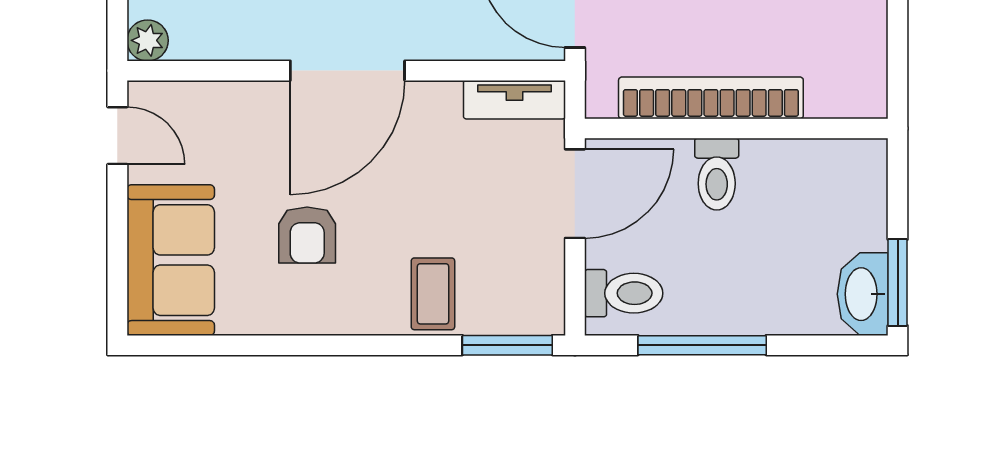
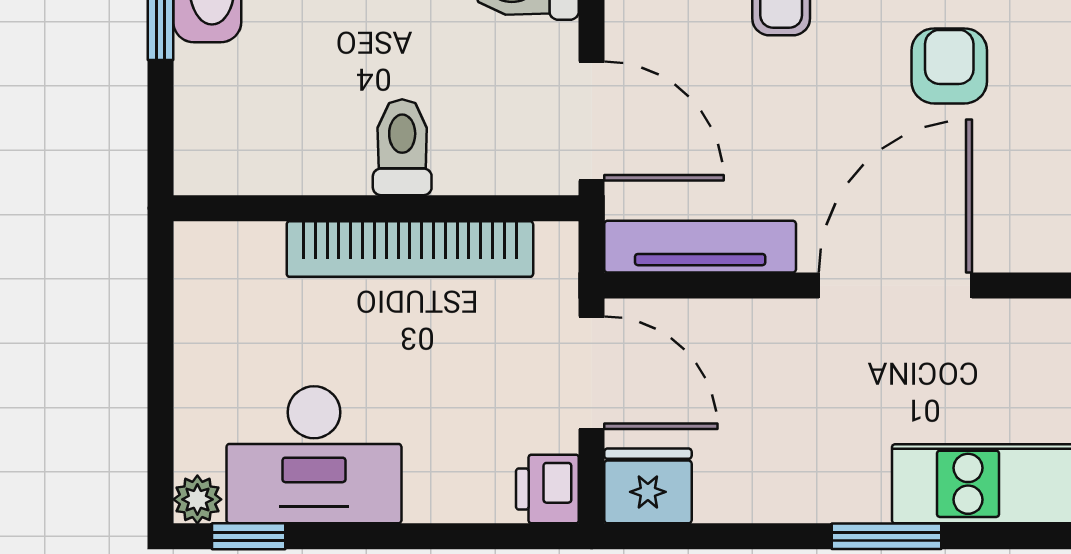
tv unit: (514, 100) -> (700, 247), width x1.41
door: (575, 194) -> (592, 121), swing flipped

